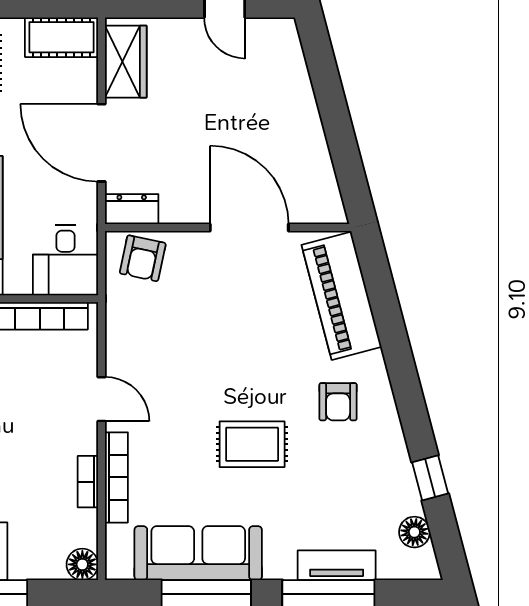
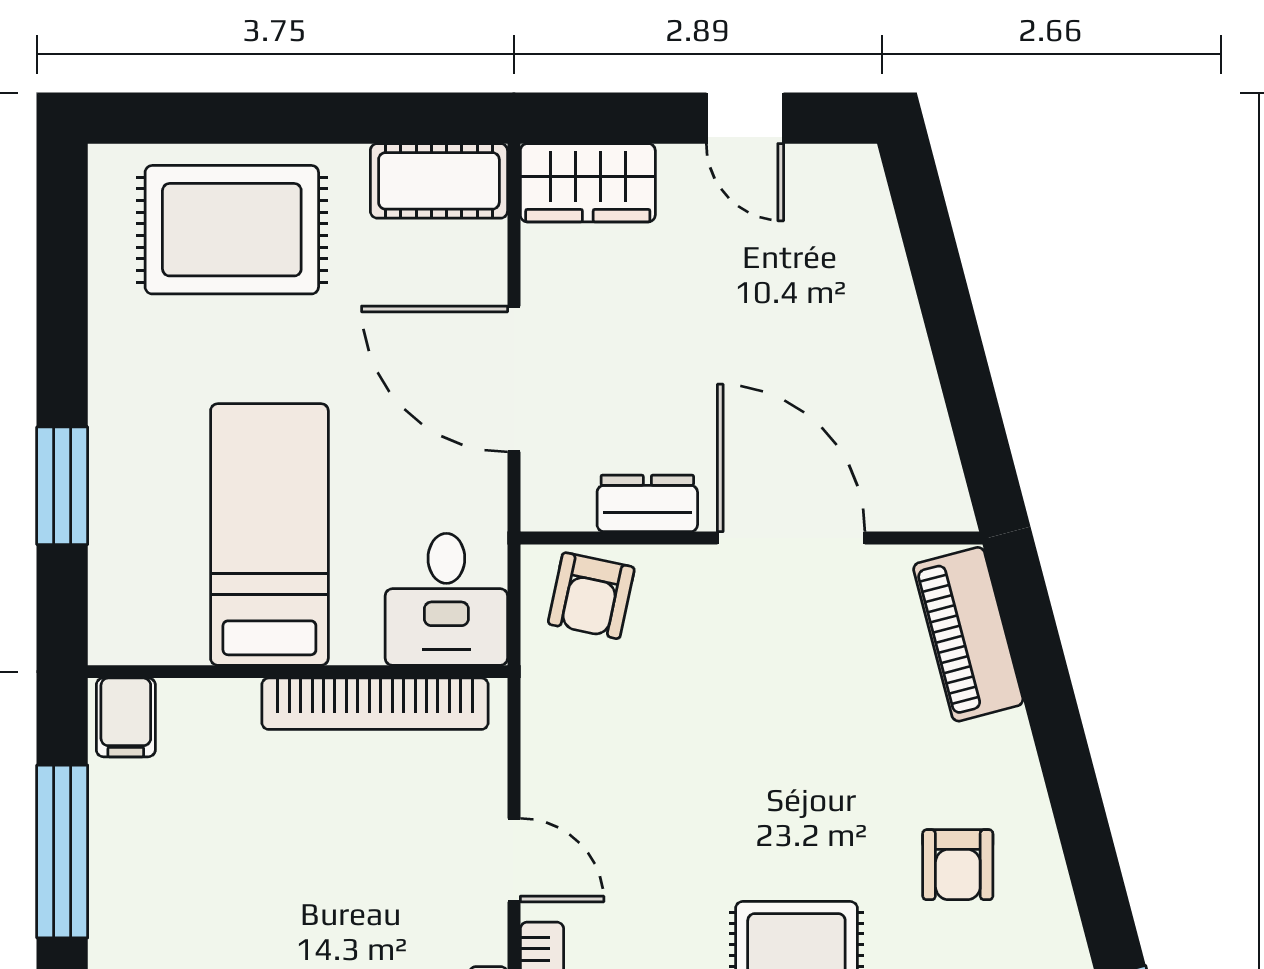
wardrobe: (126, 62) -> (588, 183), moved, turned 90
dresser: (132, 209) -> (647, 503), moved
piano: (342, 296) -> (968, 634), width x0.73, depth x0.75

